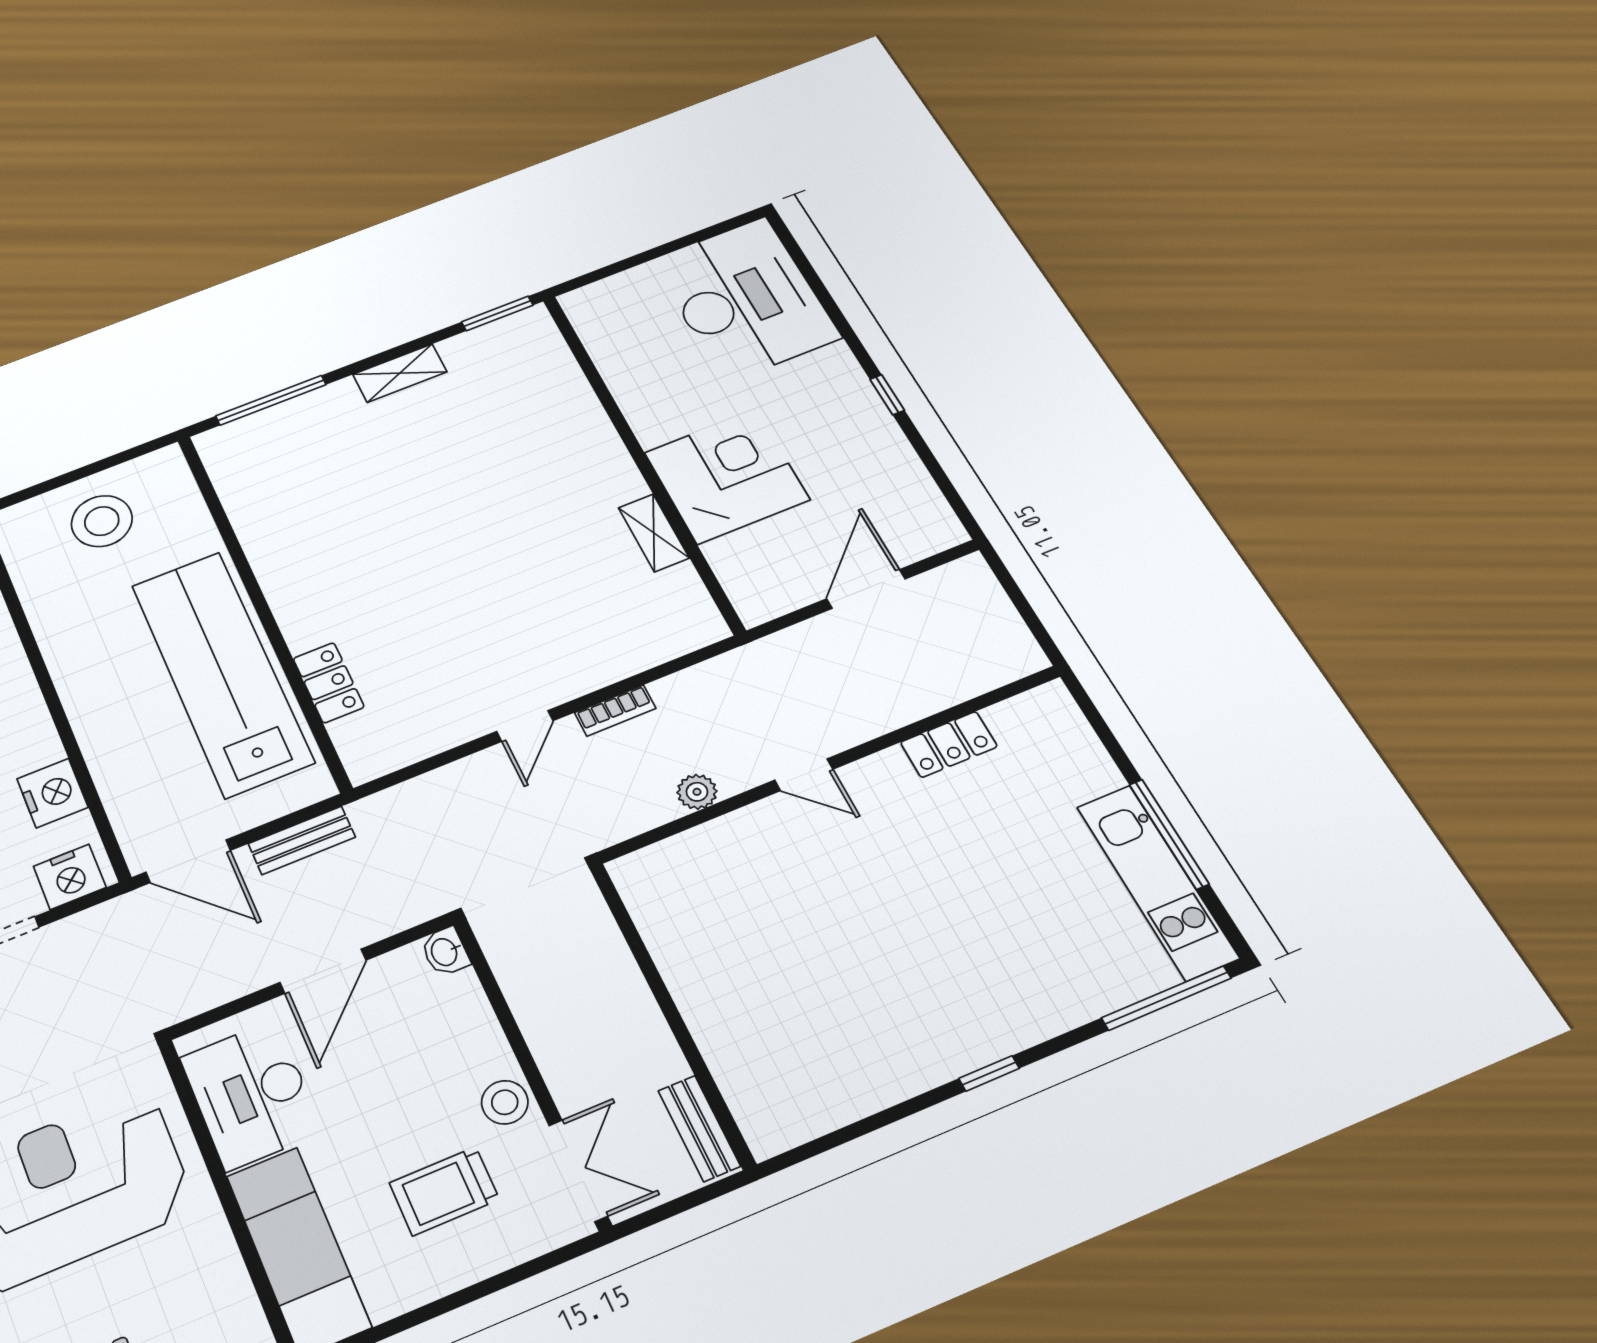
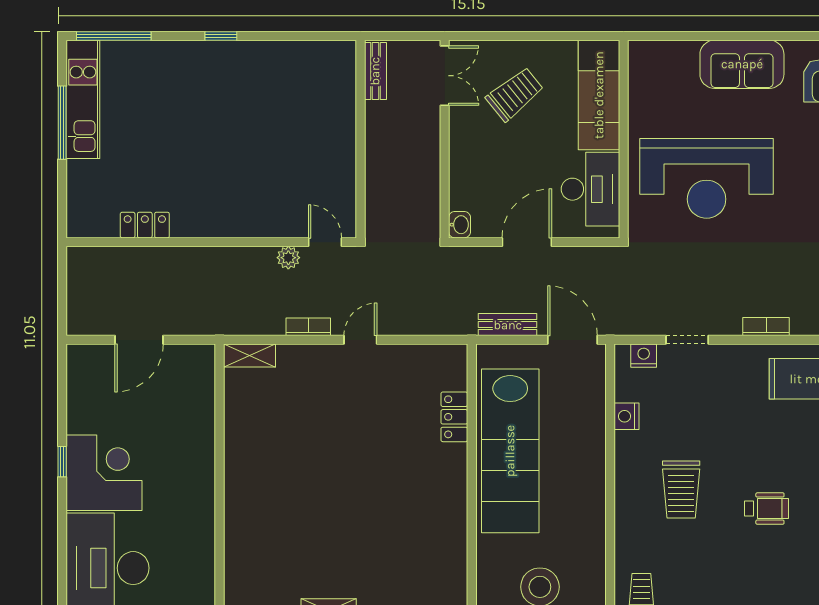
corner desk: (727, 476) -> (104, 473), moved, turned 180
shelving: (654, 533) -> (249, 356), moved, turned 90
door: (804, 775) -> (325, 242), moved
nightstand: (52, 793) -> (626, 416), width x0.74, depth x0.75
nightstand: (70, 877) -> (644, 356), width x0.74, depth x0.75
stool: (505, 1102) -> (465, 128), removed
double door: (578, 1170) -> (445, 76), swing flipped
trolley: (444, 1191) -> (515, 94), turned -39

